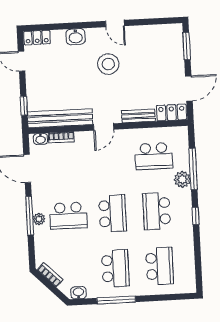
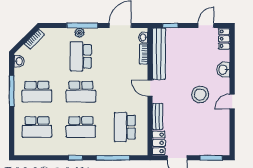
plant: (182, 179) -> (105, 149), removed
school desk: (157, 211) -> (81, 127), turned 180

